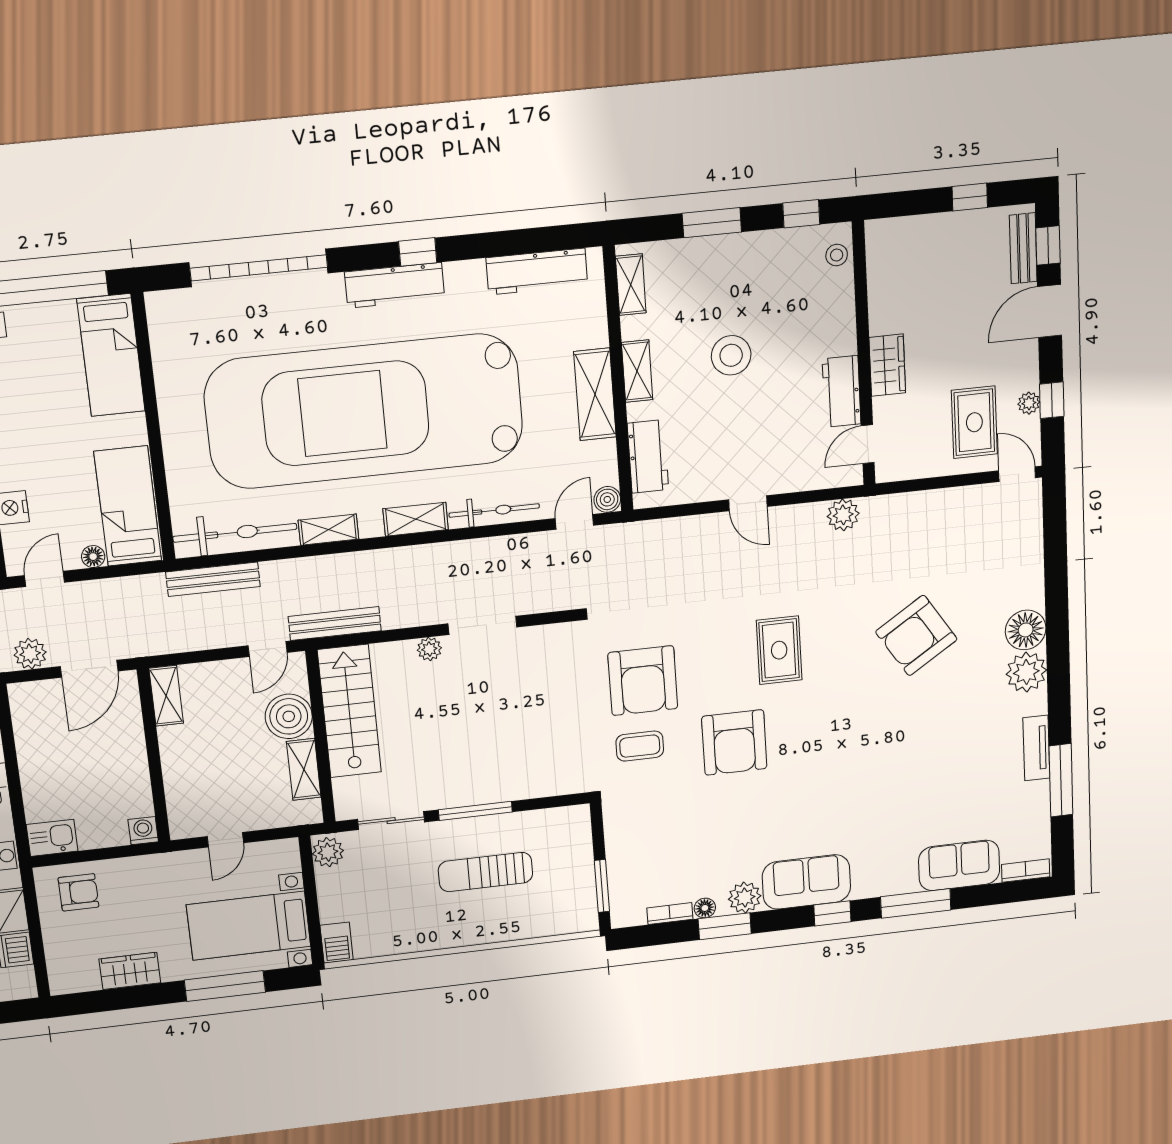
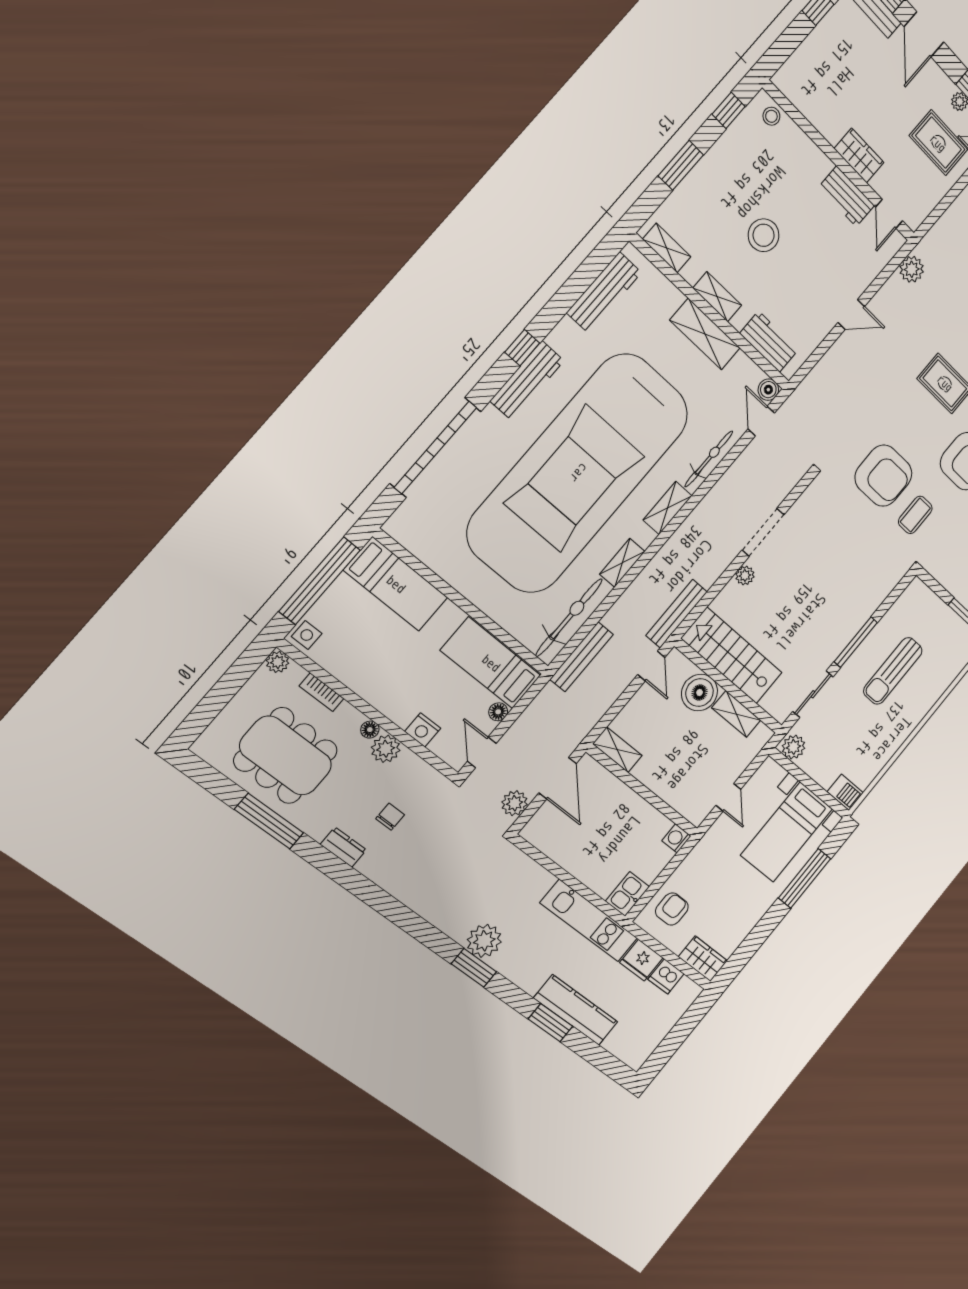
wardrobe: (130, 971) -> (703, 959), moved, turned 90

